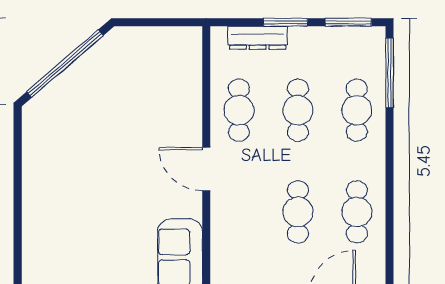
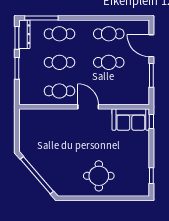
dresser: (258, 38) -> (24, 34), moved
door: (206, 169) -> (88, 107), swing flipped
round table: (64, 191) -> (99, 176), added

